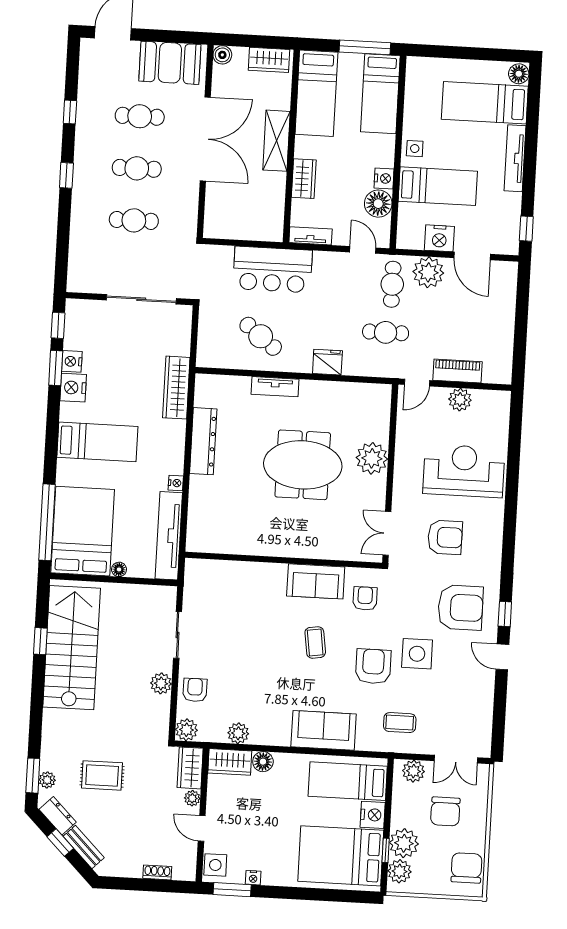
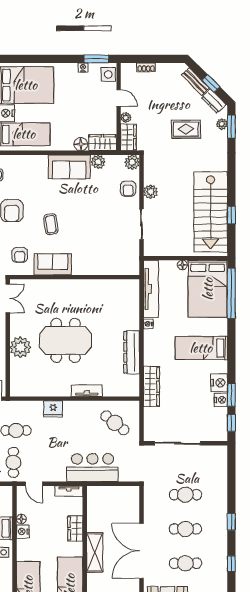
floor lamp: (378, 204) -> (21, 519), width x0.53, depth x0.53
cafe table: (261, 336) -> (115, 423), moved
sofa: (324, 730) -> (69, 167), moved

